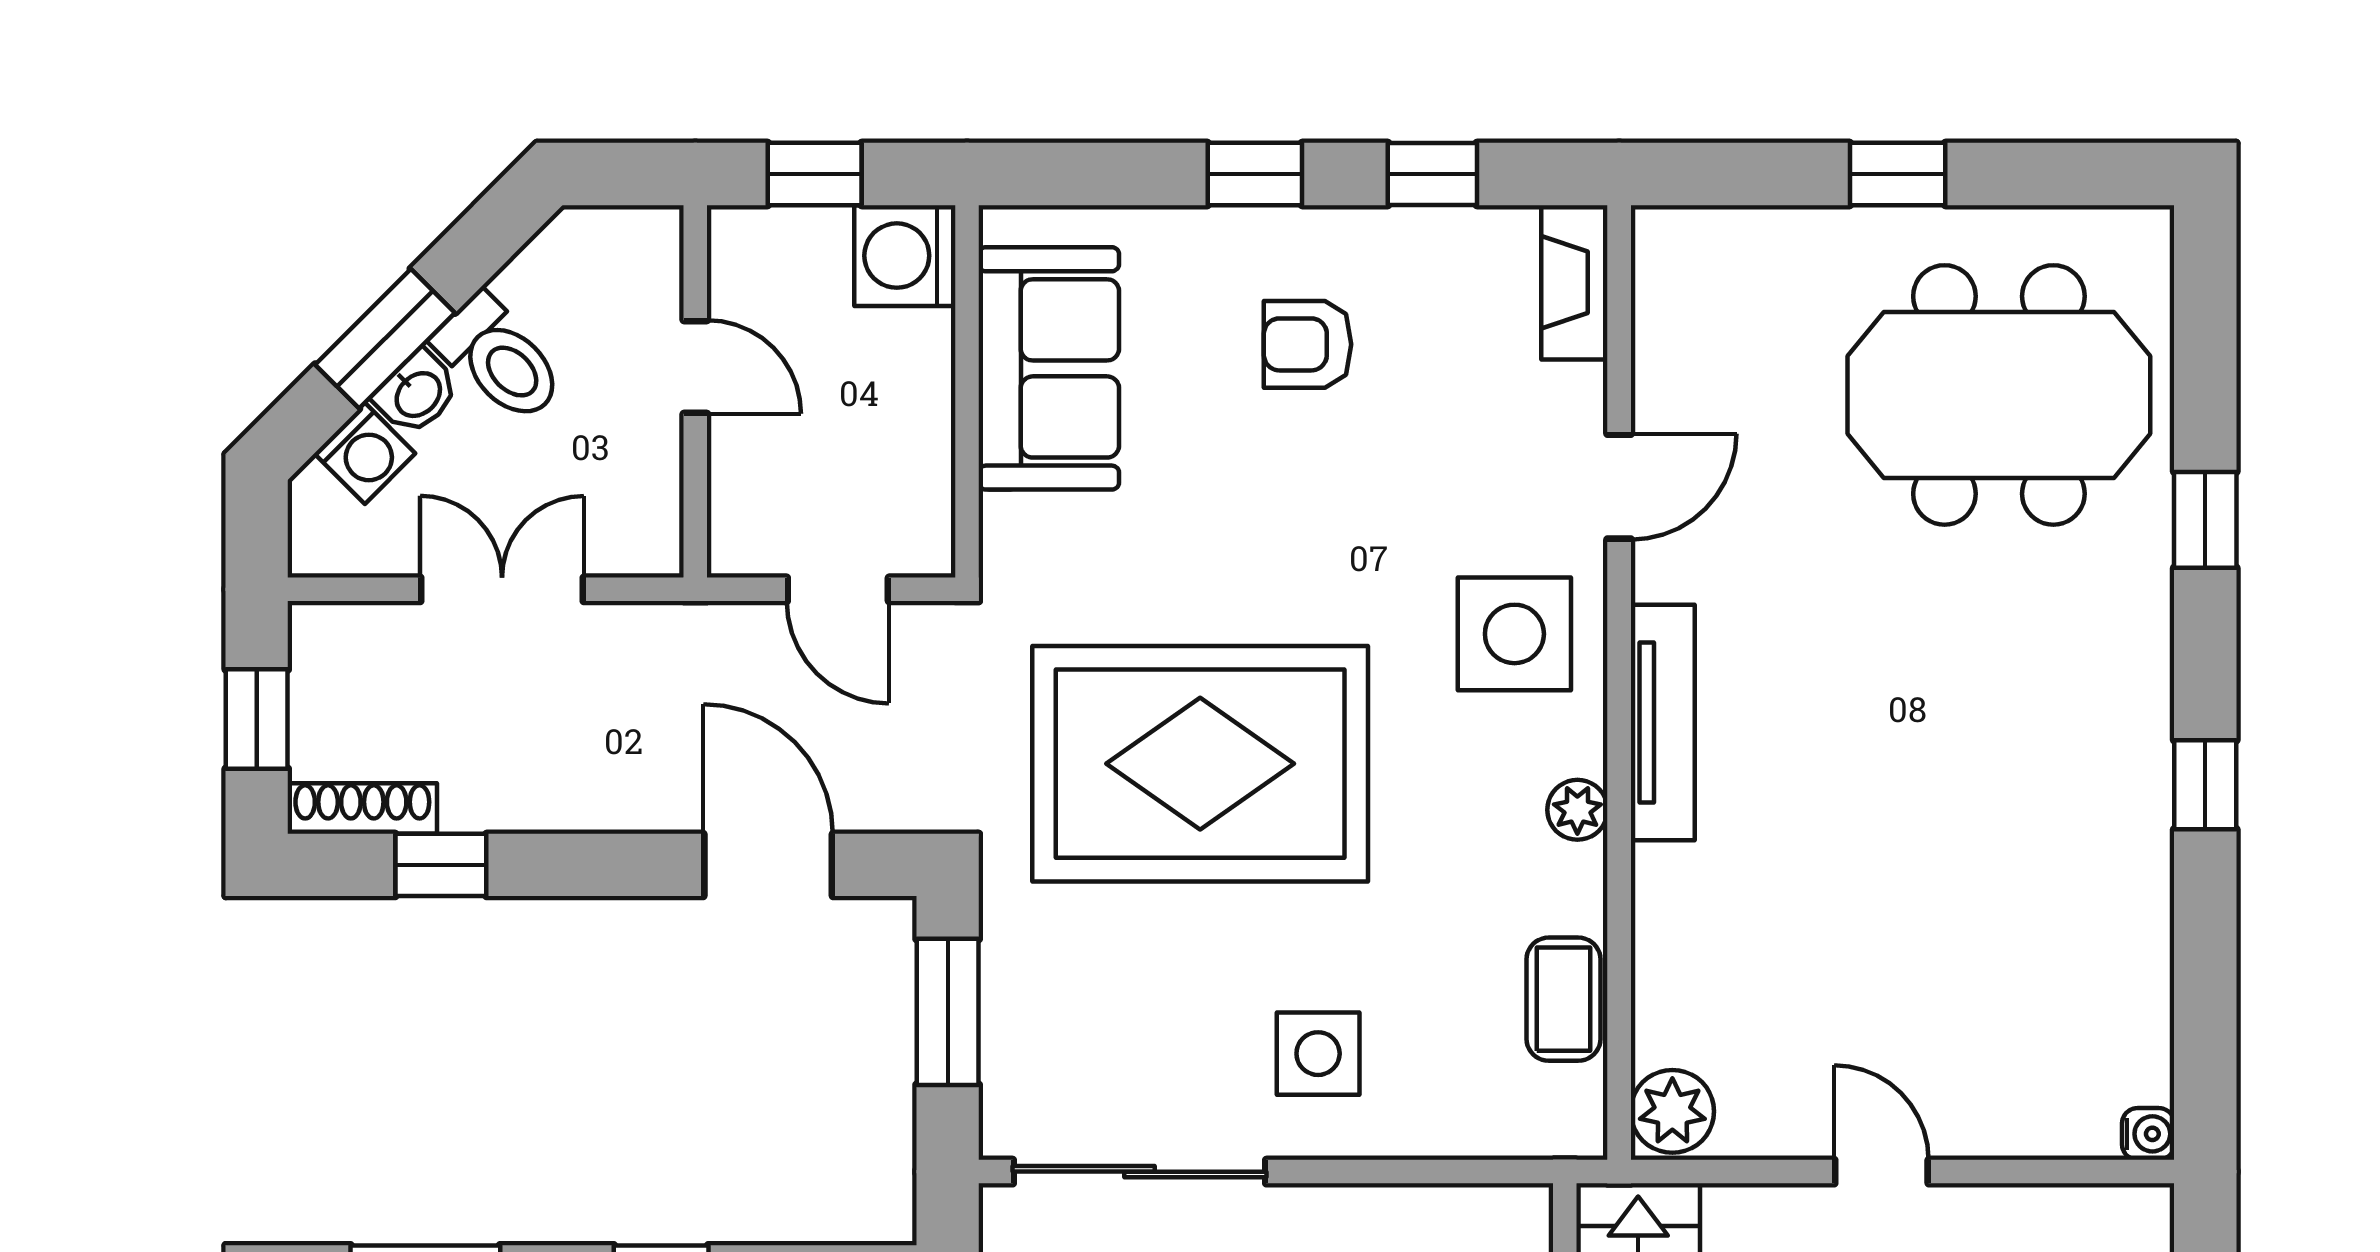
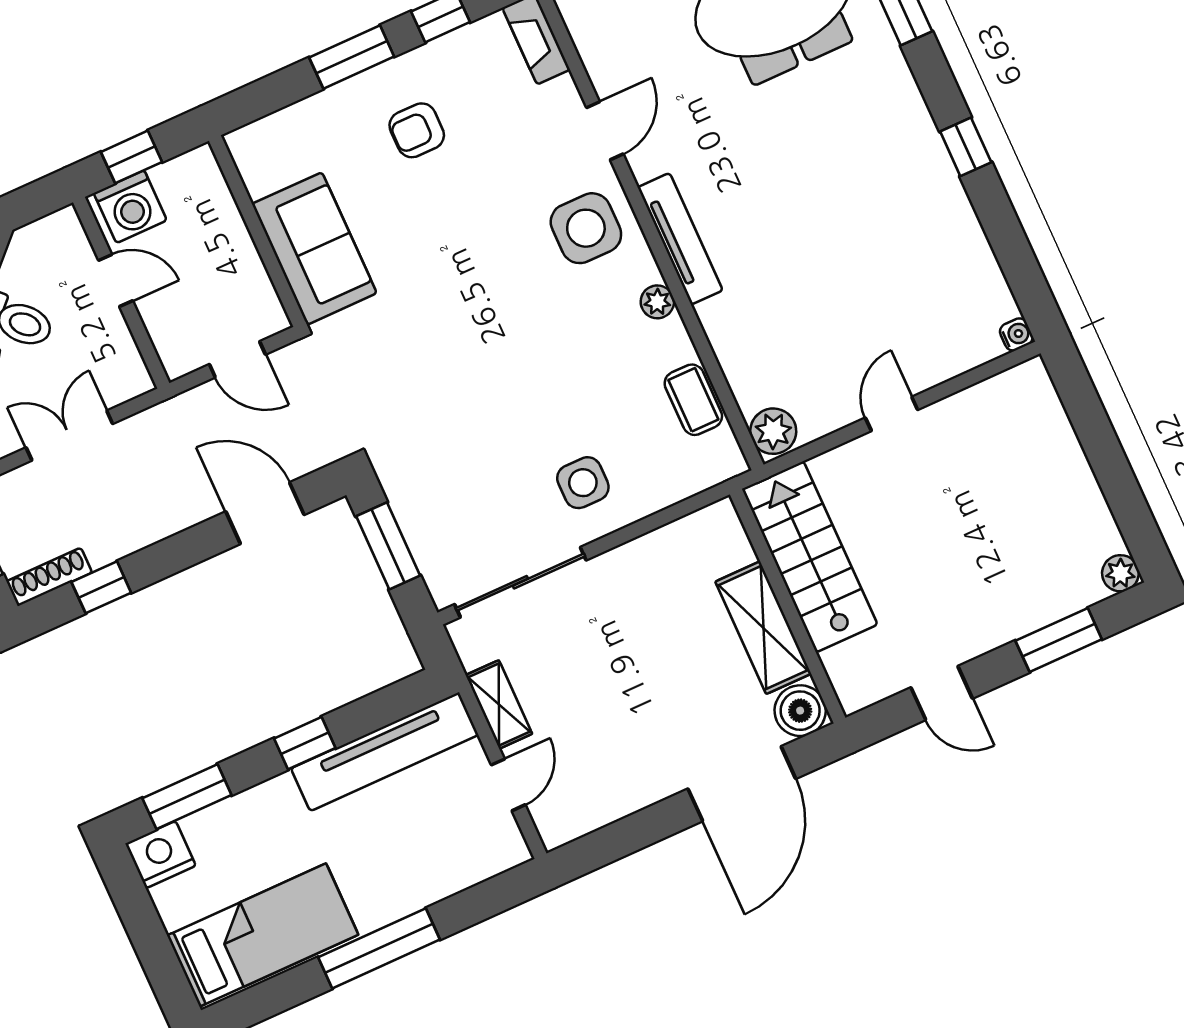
window: (1255, 174) -> (352, 57), width x1.50
washing machine: (905, 256) -> (130, 207), moved, turned -90
sofa: (1049, 368) -> (314, 249), moved
rug: (1200, 764) -> (458, 364), removed
door: (1881, 1172) -> (892, 414), hinge flipped

